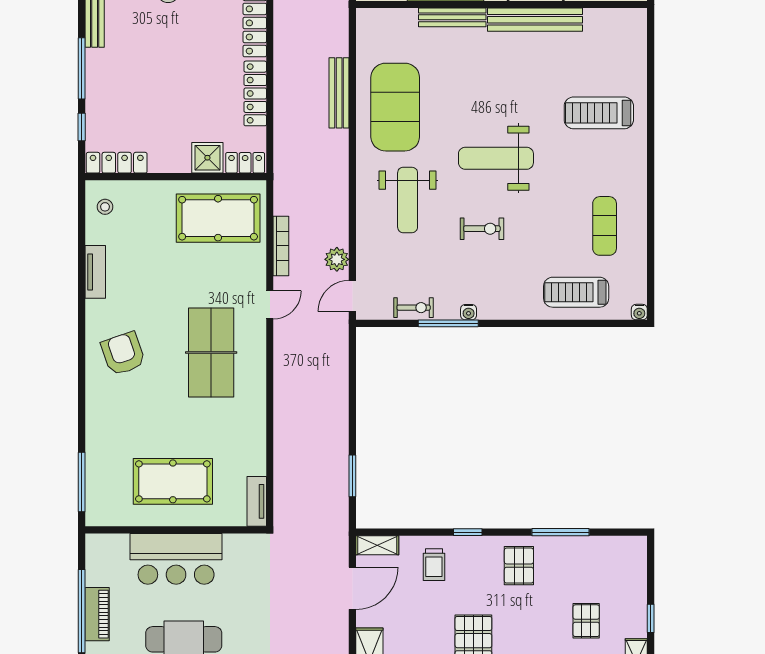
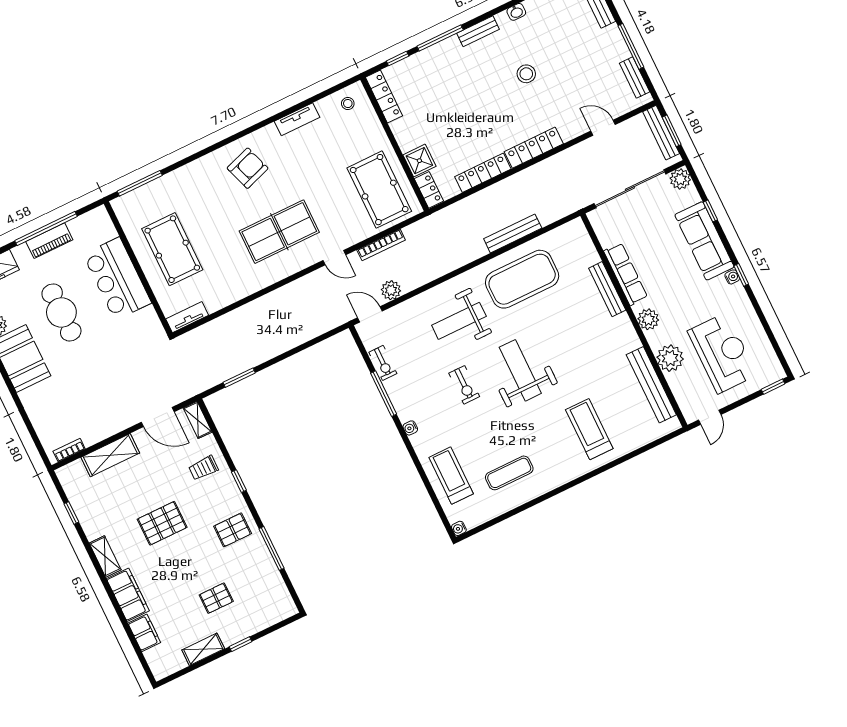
bench: (535, 20) -> (651, 385), moved
water cooler: (469, 312) -> (410, 428), moved

